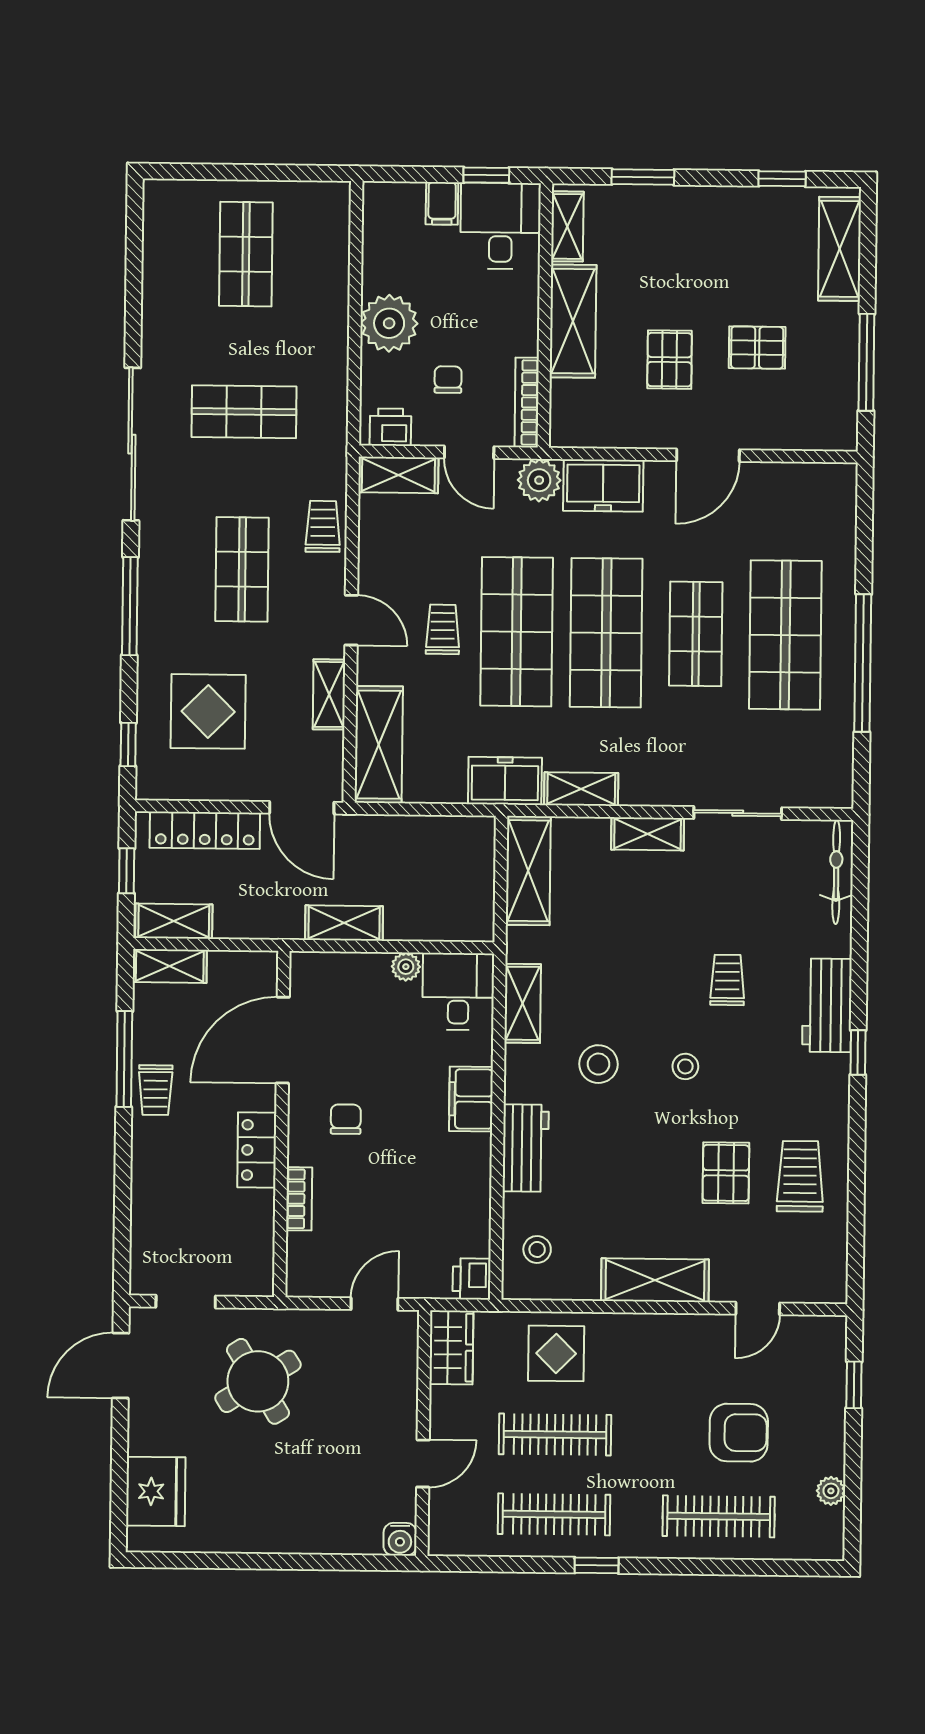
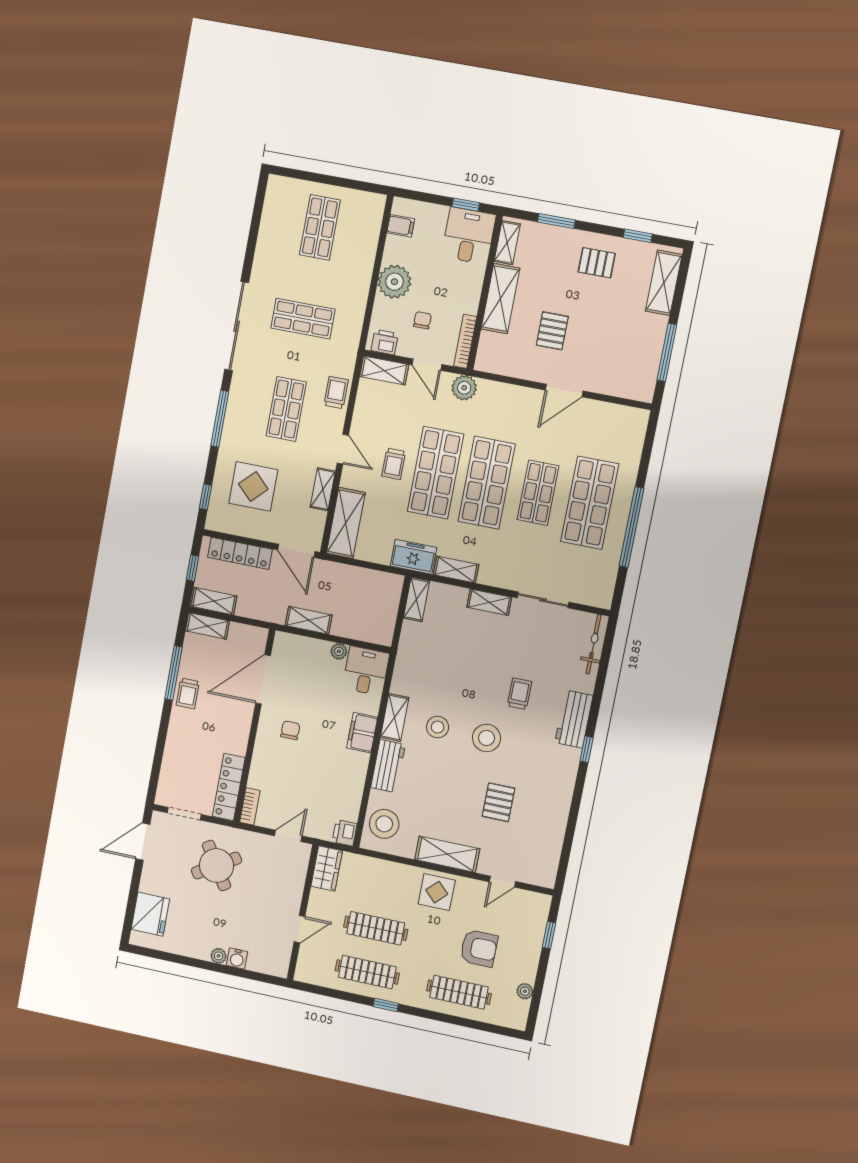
filing cabinet: (442, 203) -> (401, 226), moved, turned -90
pallet: (757, 348) -> (597, 263), moved
freezer: (603, 485) -> (500, 397), removed
trolley: (443, 629) -> (394, 464), turned 180
shelving: (528, 871) -> (416, 599), width x0.67, depth x0.75
shelving: (523, 1003) -> (395, 717), moved
stool: (685, 1066) -> (487, 738), width x1.89, depth x1.89
locker: (257, 1150) -> (229, 787), moved, width x1.53
trolley: (800, 1176) -> (540, 813), removed
bookcase: (299, 1199) -> (250, 806), moved
stool: (537, 1249) -> (384, 824), width x1.89, depth x1.89
display table: (556, 1353) -> (437, 892), moved
water cooler: (400, 1539) -> (237, 959), moved
plant: (289, 1540) -> (219, 956), added

